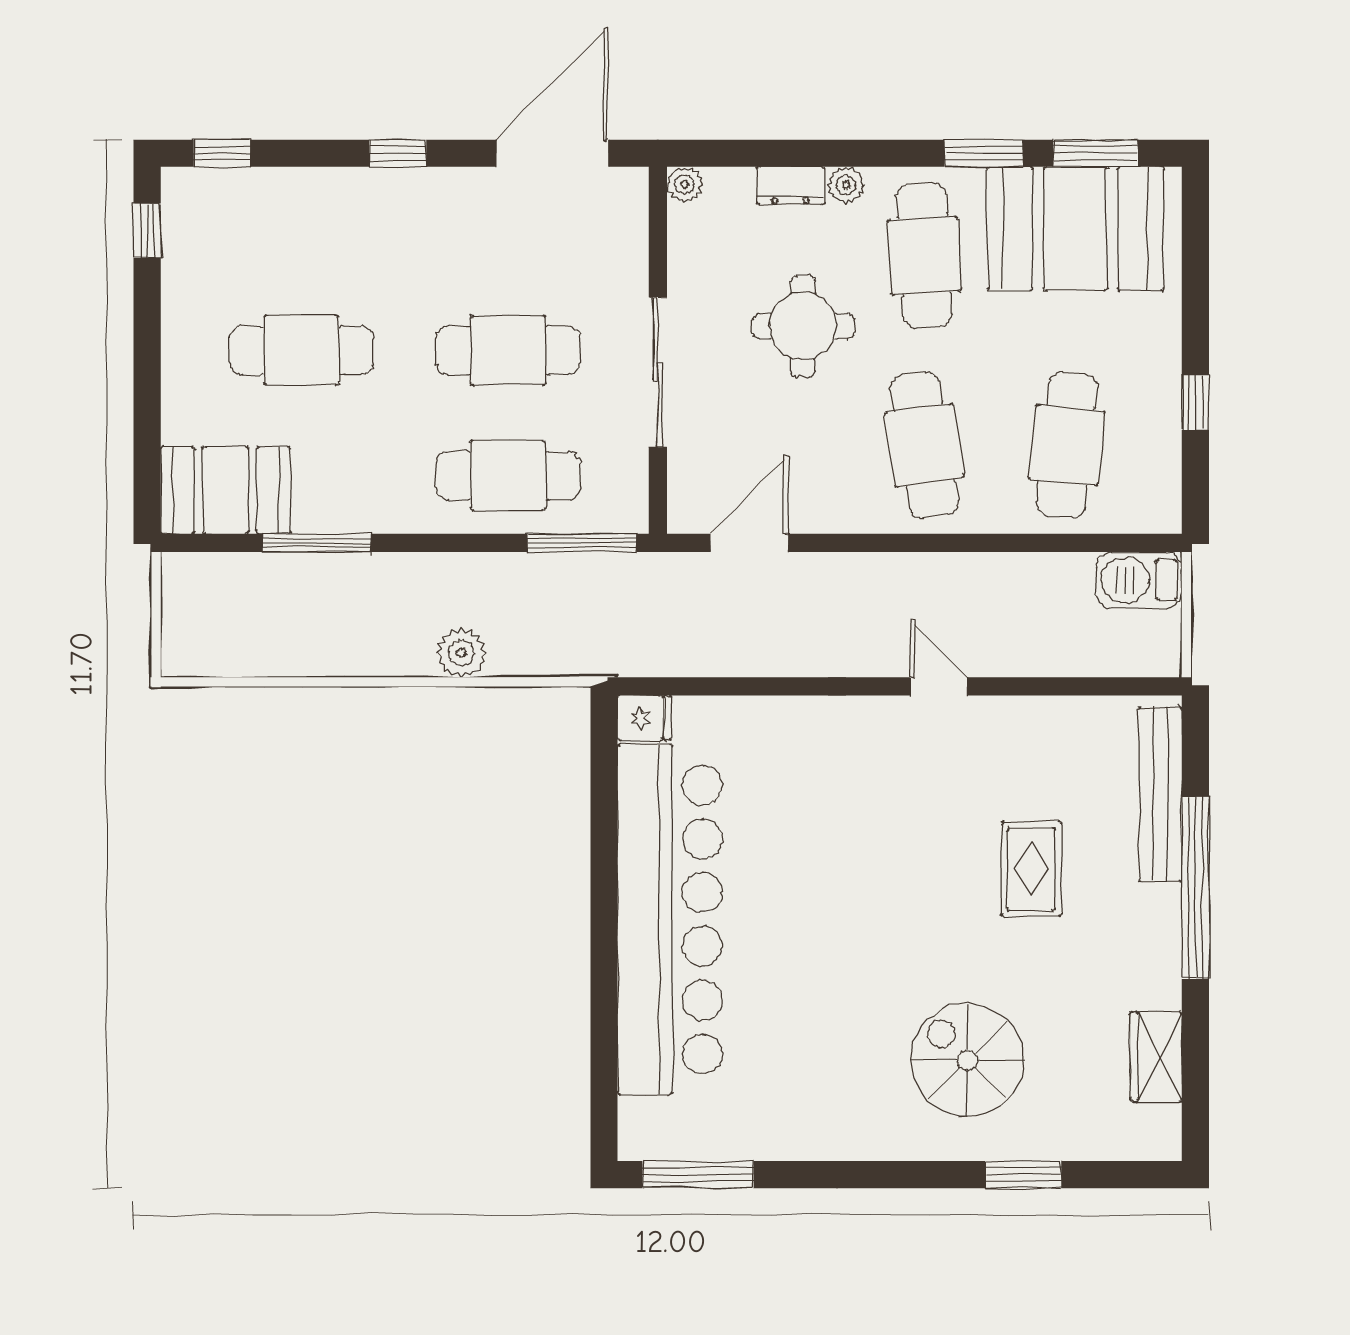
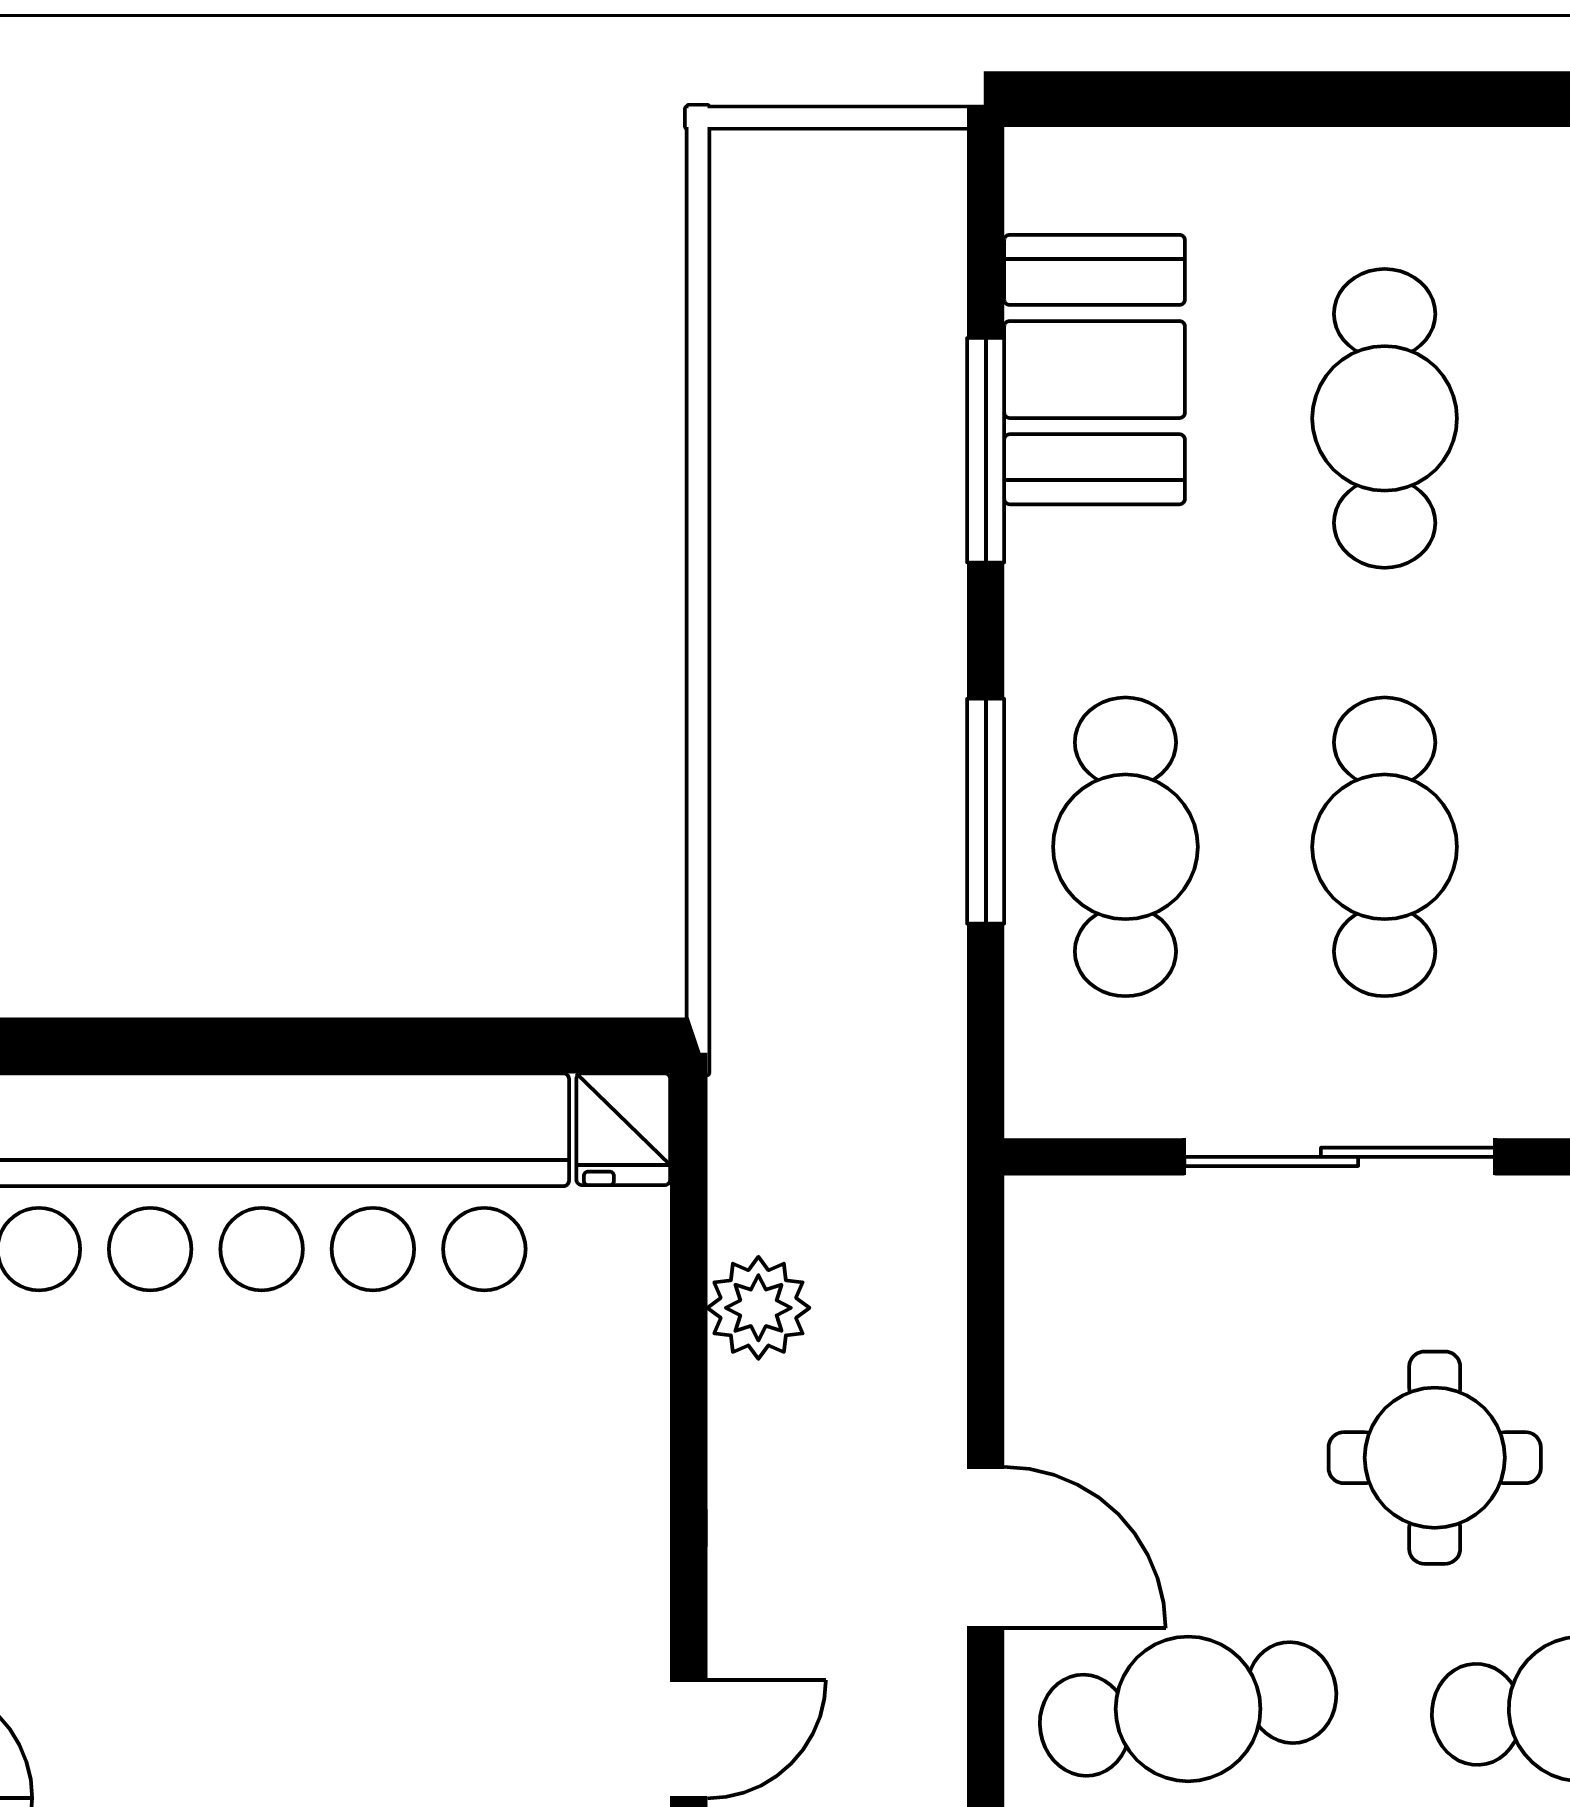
booth: (226, 490) -> (1095, 370), moved
window: (582, 543) -> (986, 811), moved
door: (749, 543) -> (986, 1548), moved
plant: (461, 653) -> (758, 1308), moved

